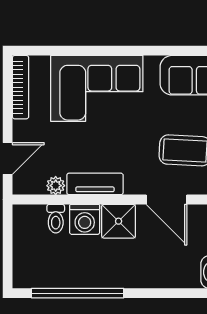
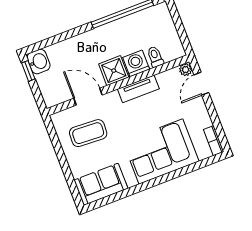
bookcase: (21, 87) -> (214, 141), width x0.64
plant: (56, 186) -> (186, 70), moved

